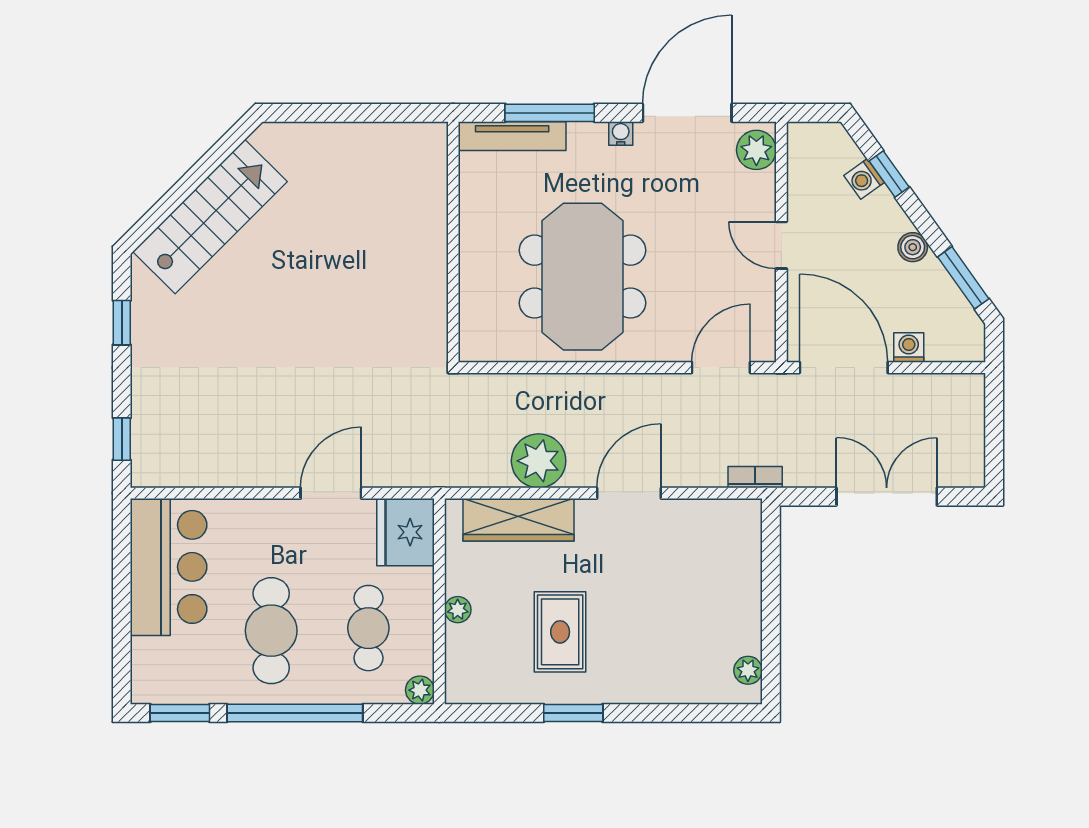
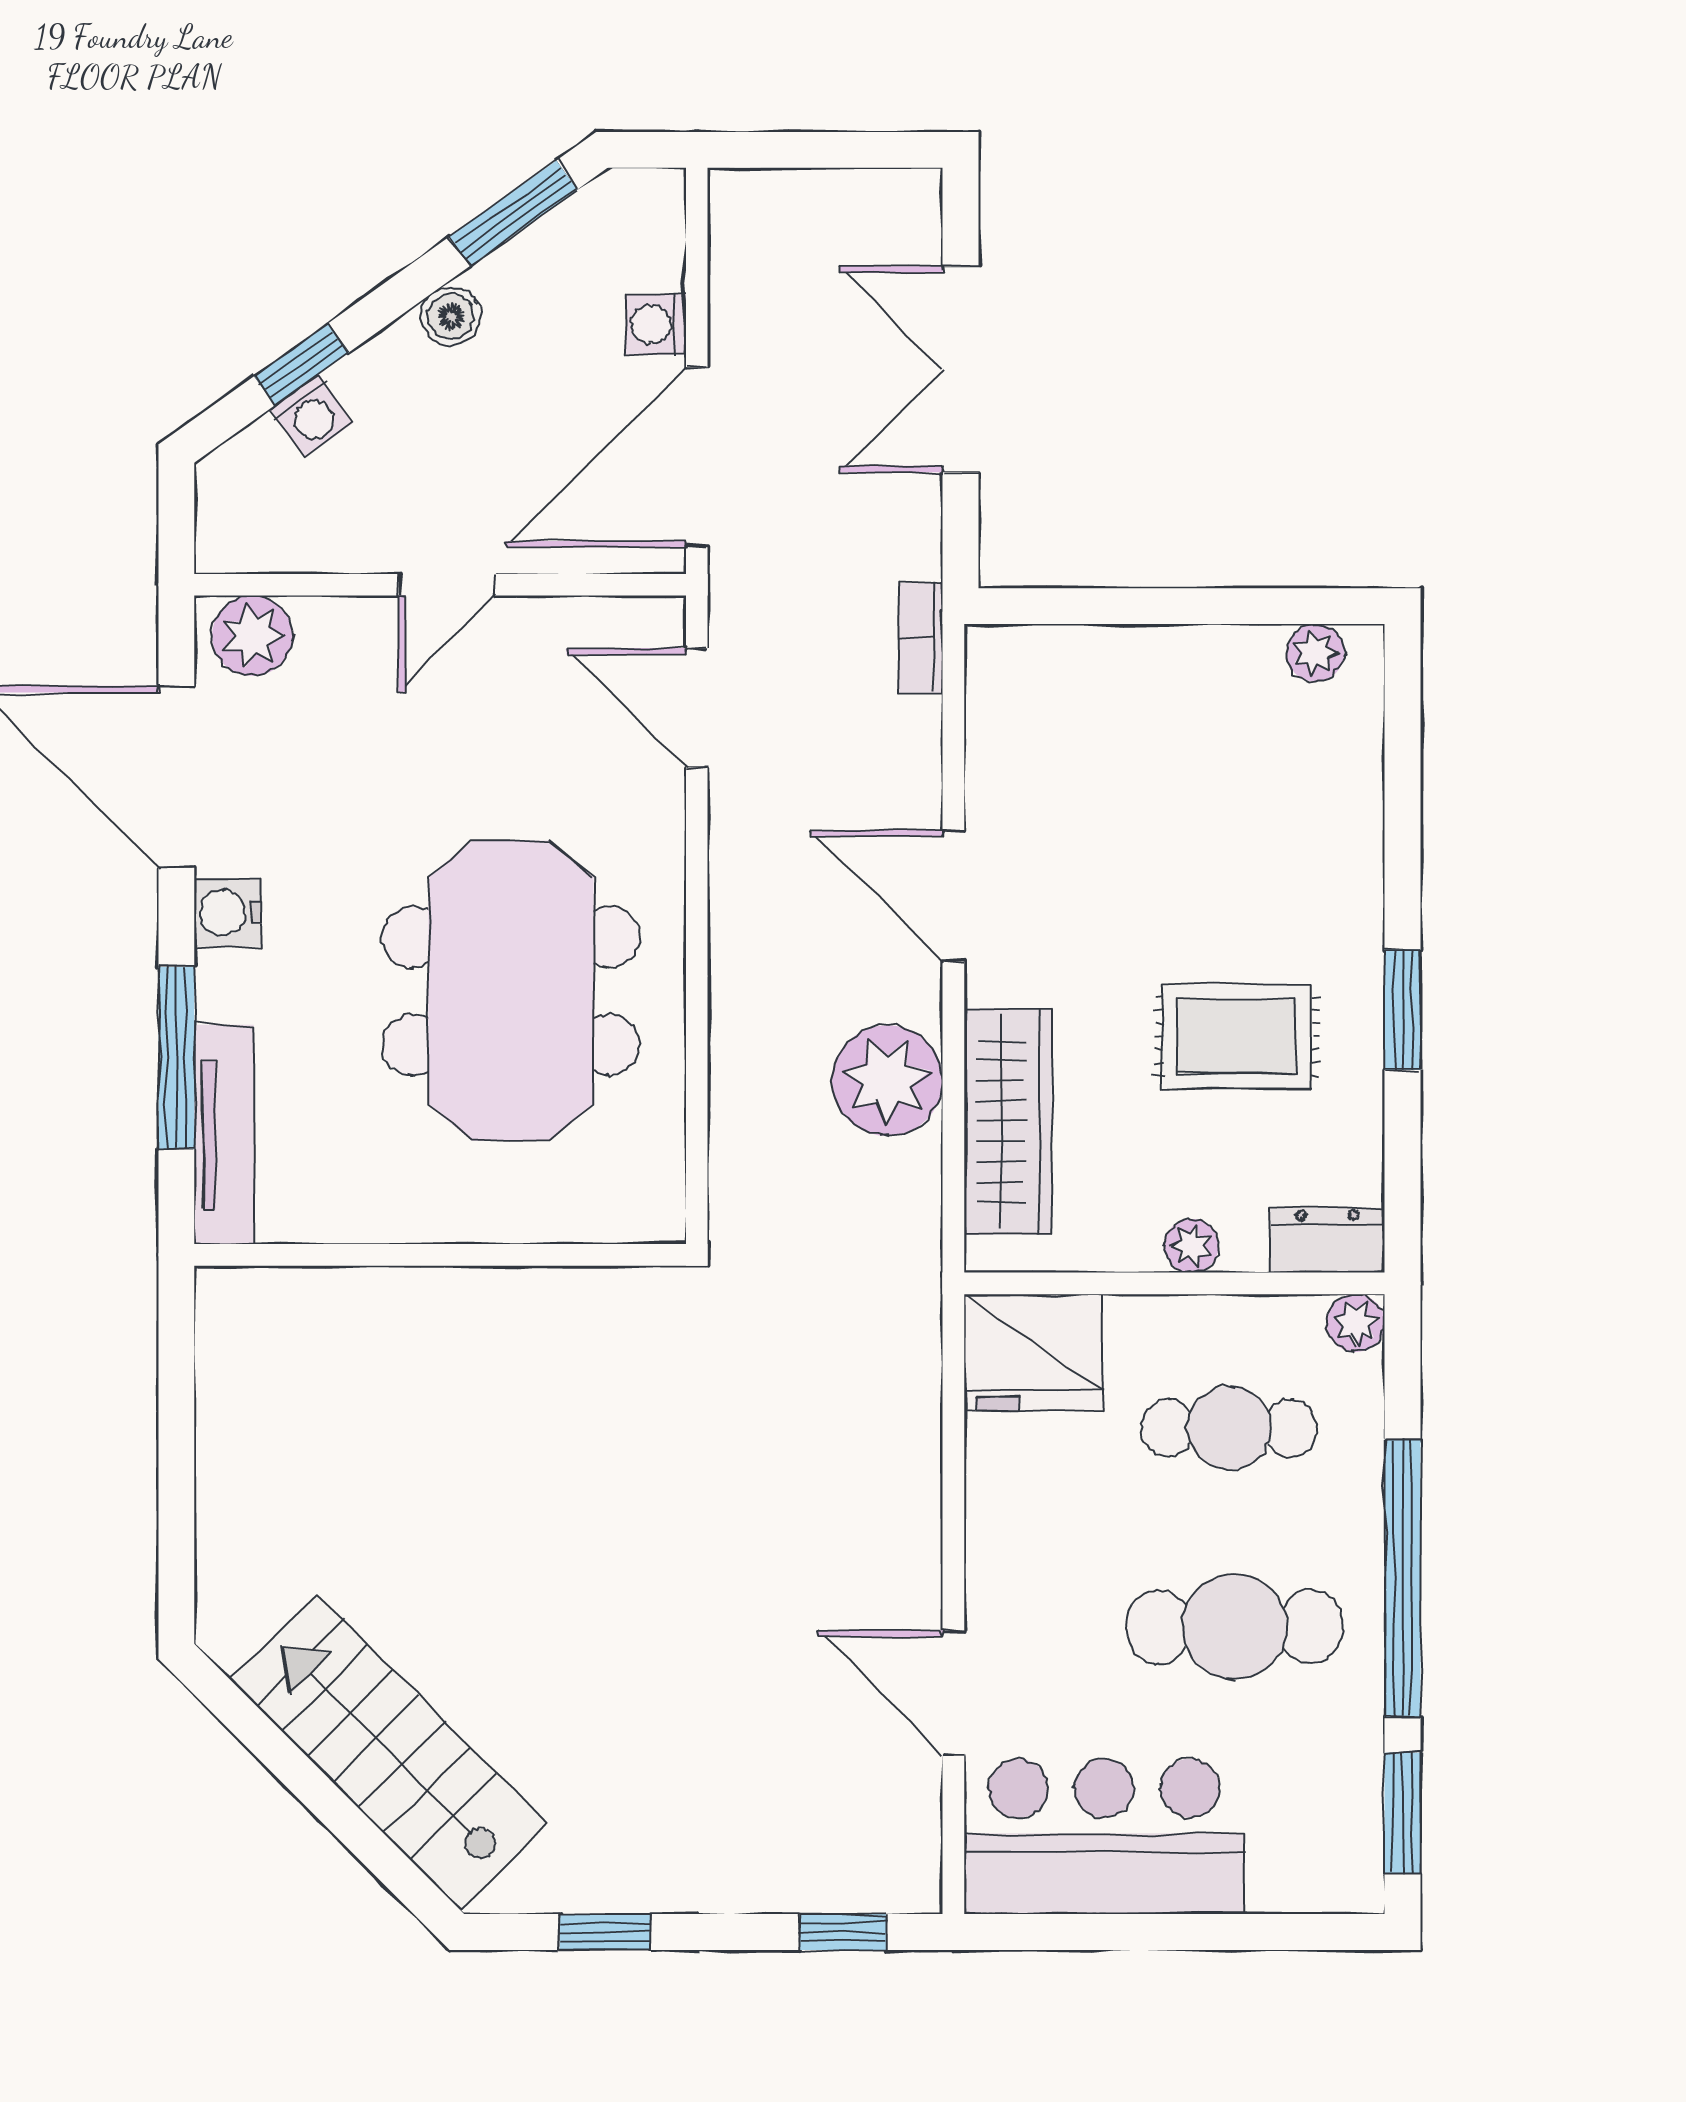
water cooler: (621, 133) -> (228, 913), width x1.38, depth x1.38
meeting table: (583, 277) -> (511, 991), turned 90
door: (331, 493) -> (953, 1693), moved
dresser: (460, 676) -> (1327, 1240), added

